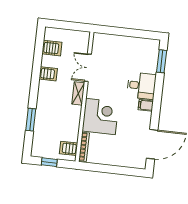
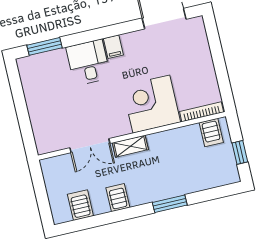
window: (31, 120) -> (170, 204), moved

